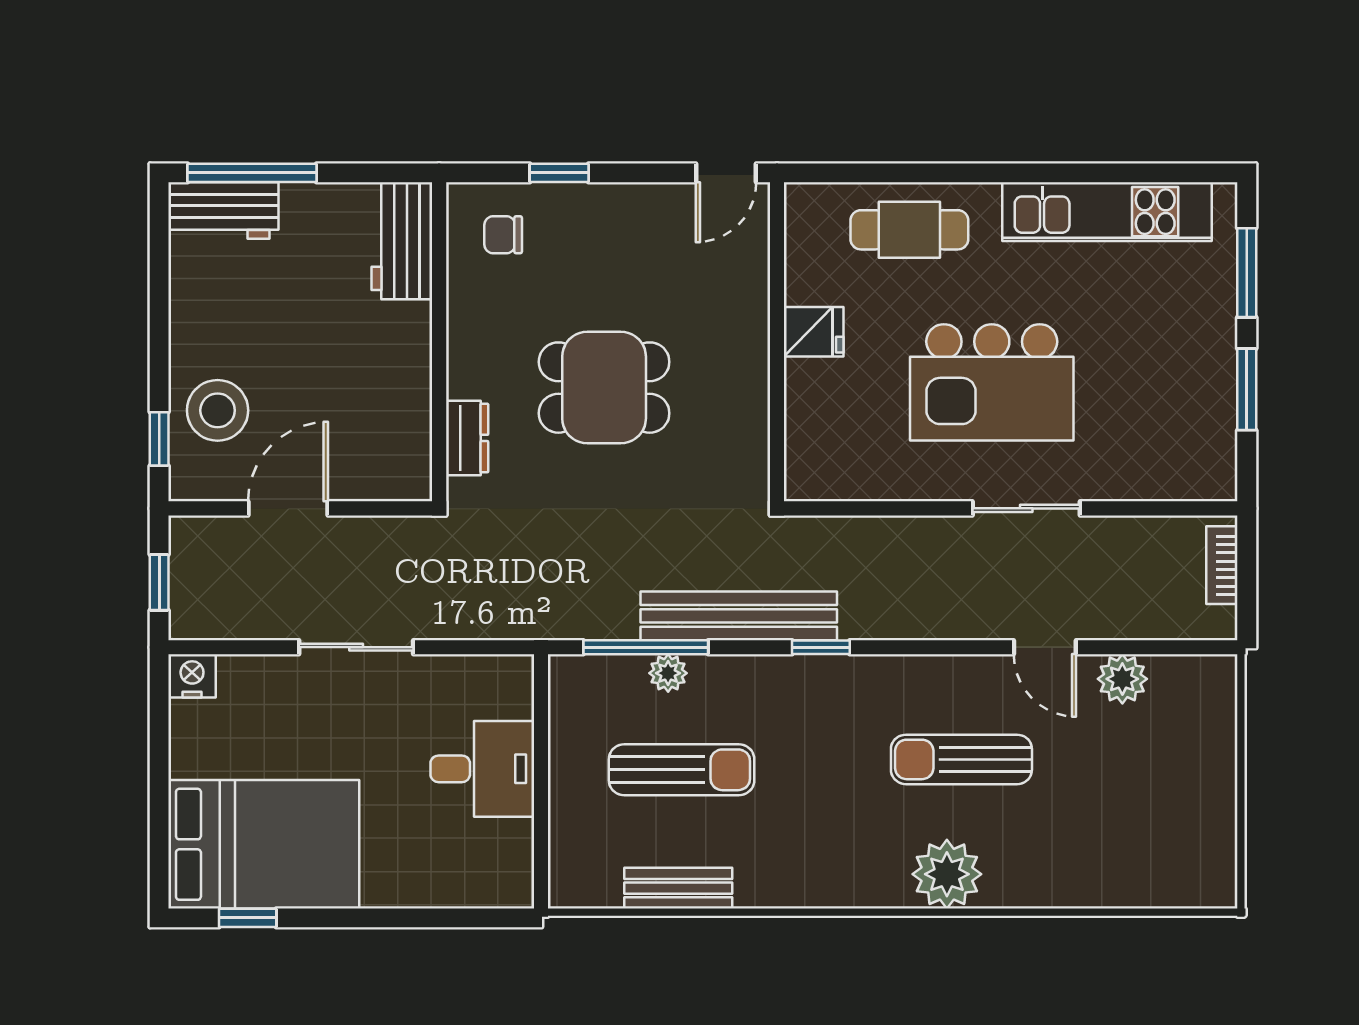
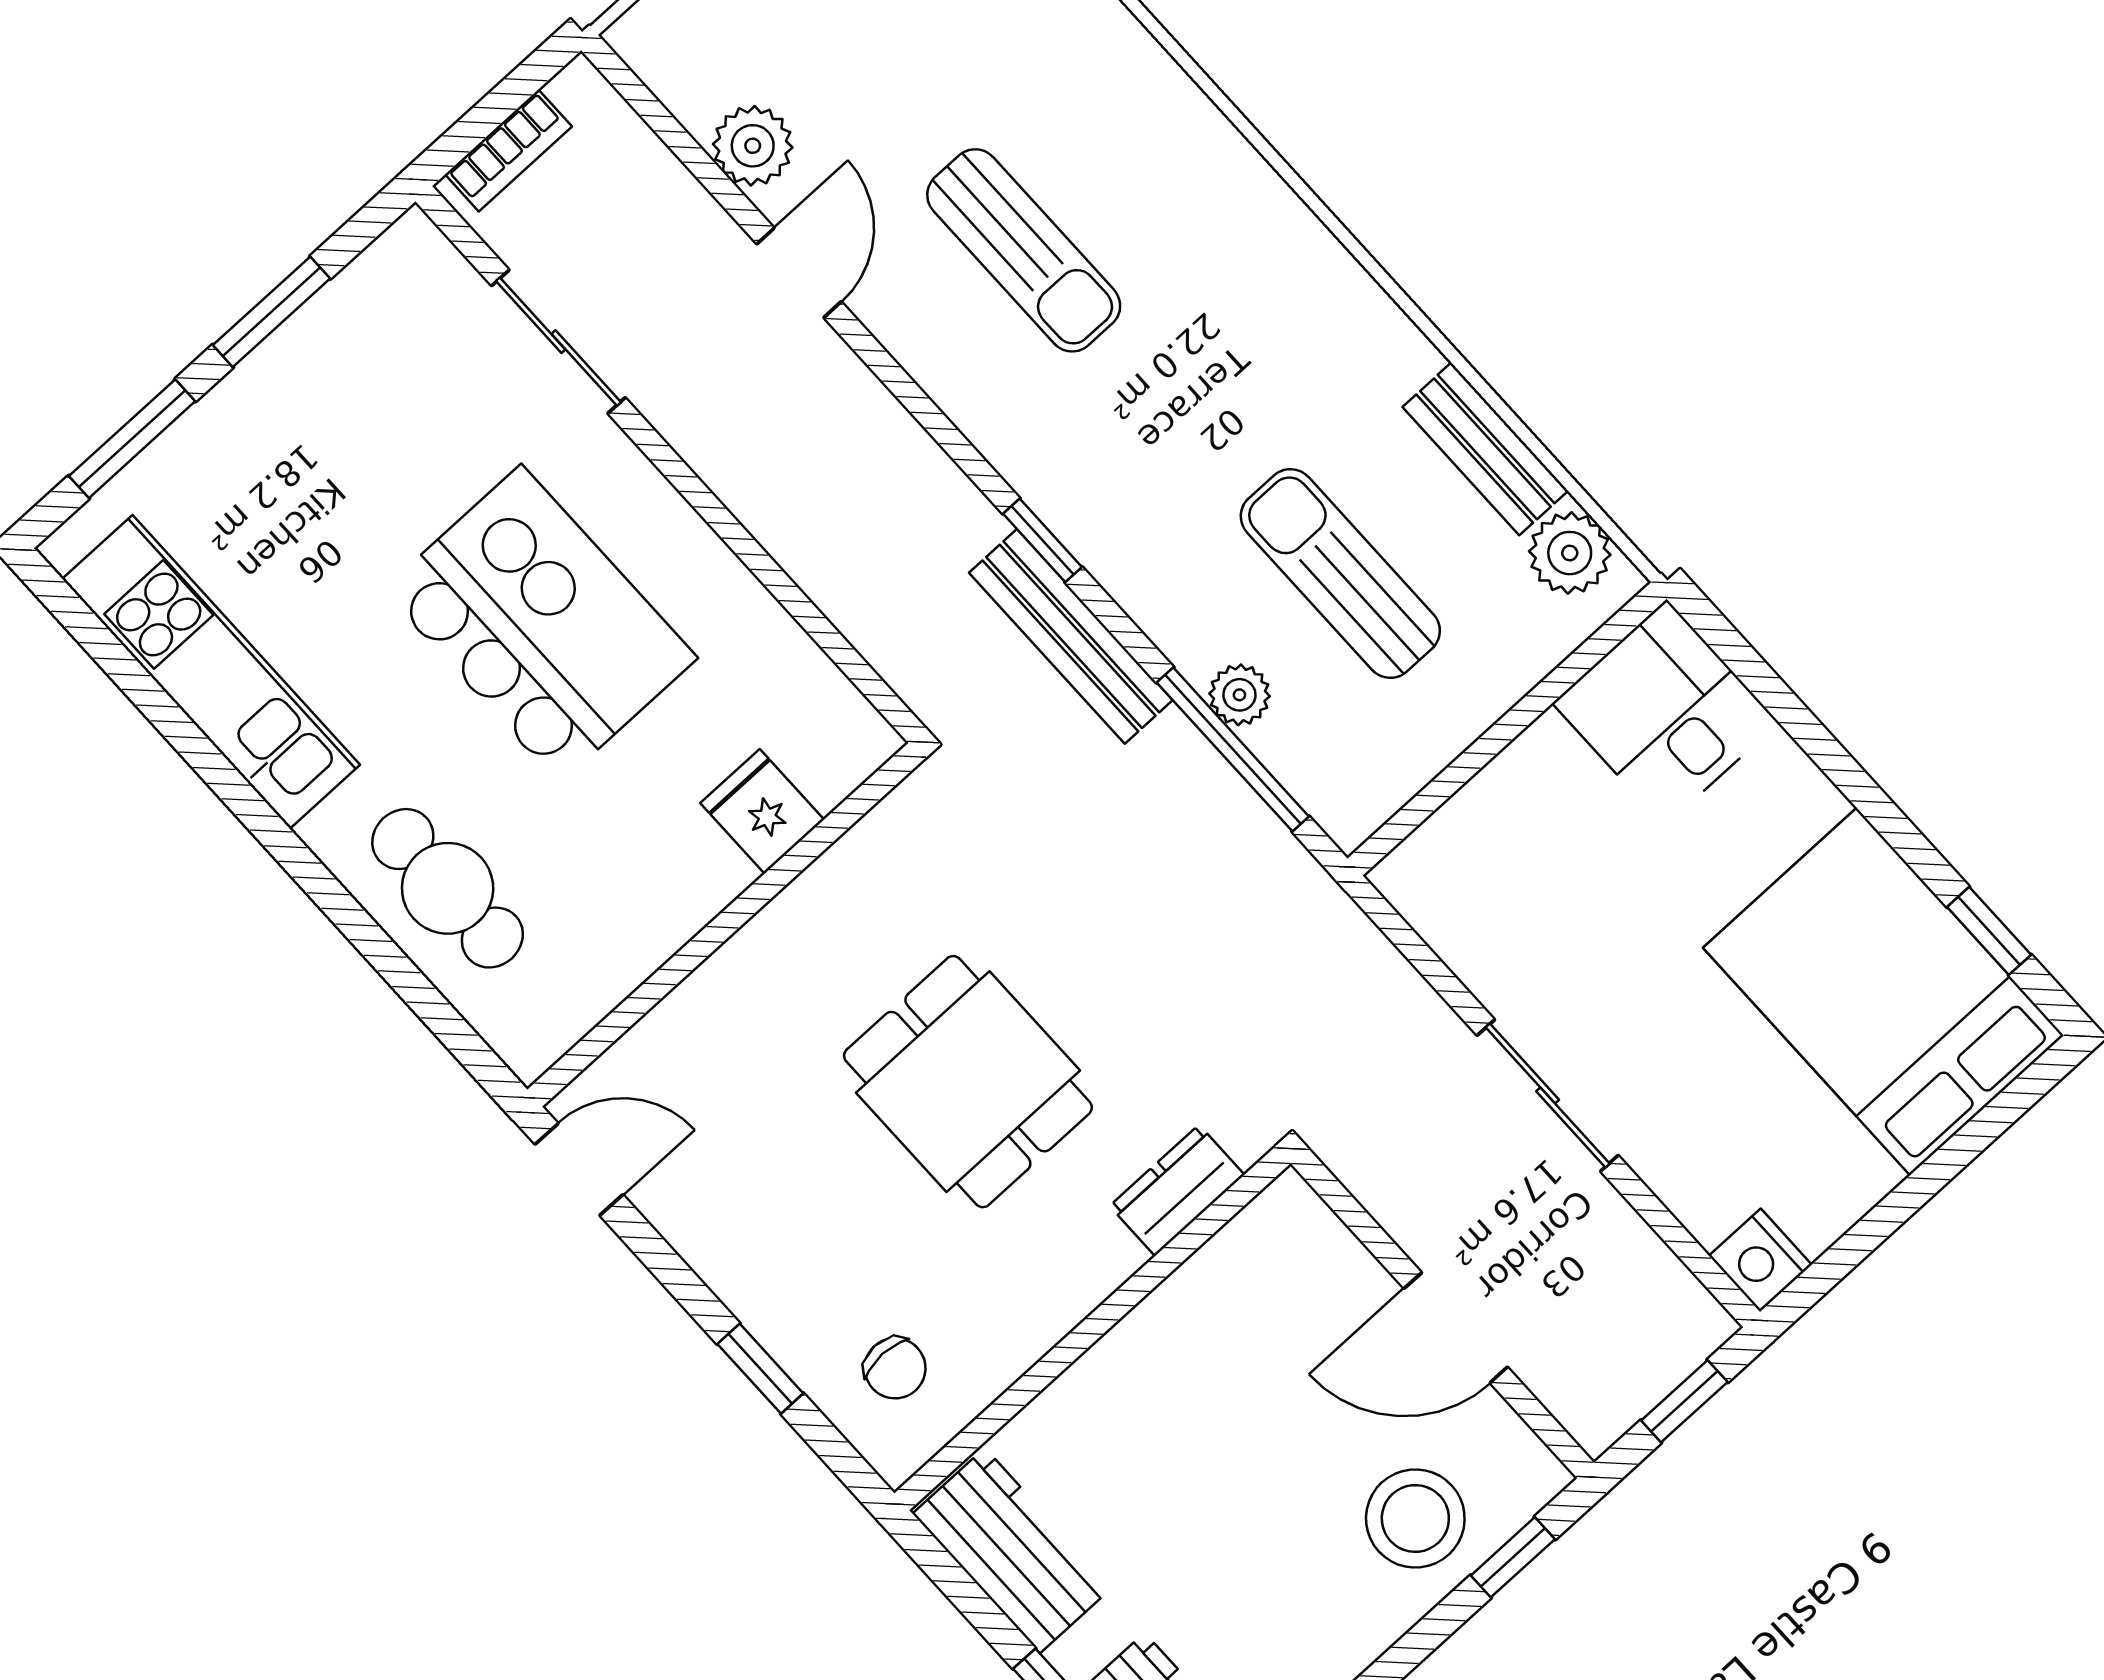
workbench: (402, 241) -> (1012, 1551), moved, turned -90
fridge: (814, 332) -> (762, 811), moved
sliding door: (1026, 508) -> (558, 342), moved
bench: (739, 616) -> (1071, 636), width x0.73, depth x0.82
desk: (482, 769) -> (1666, 713), moved
plant: (947, 874) -> (1570, 553), moved, width x0.73, depth x0.73

